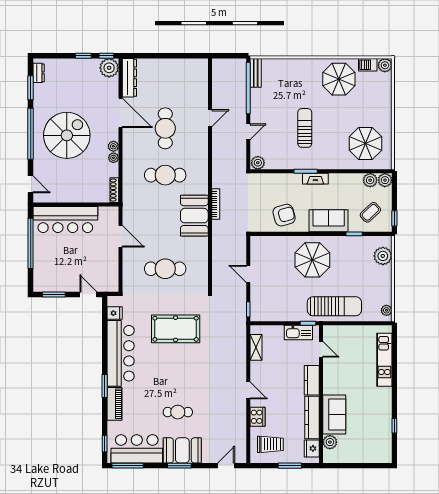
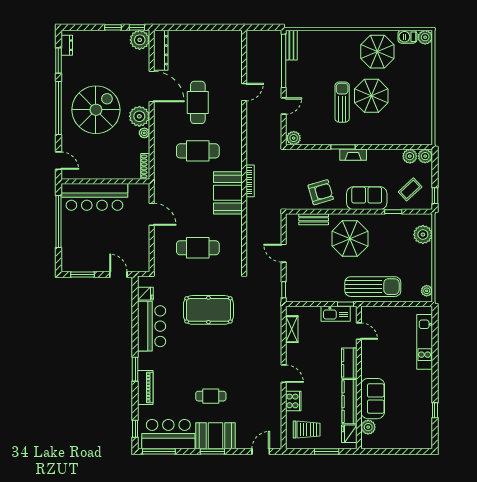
parasol: (365, 143) -> (371, 96), moved
plant: (113, 146) -> (139, 116), width x1.87, depth x1.87
bench: (277, 241) -> (314, 219), added
bar counter: (121, 353) -> (152, 326), width x0.73

